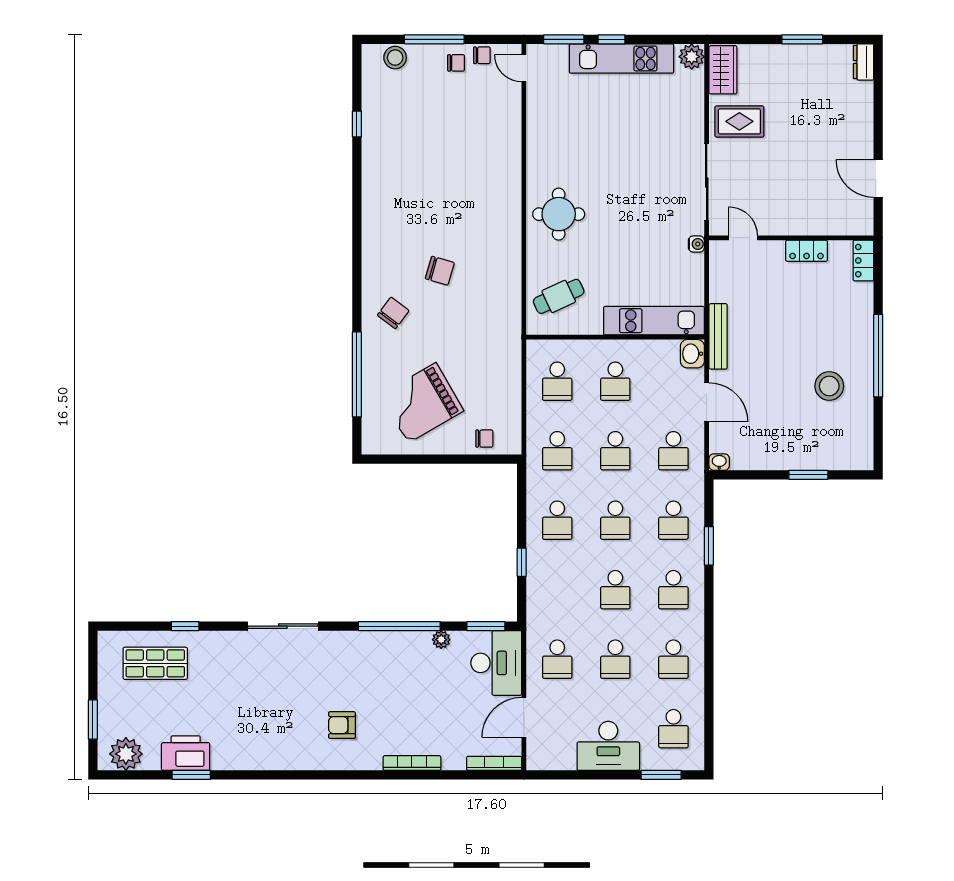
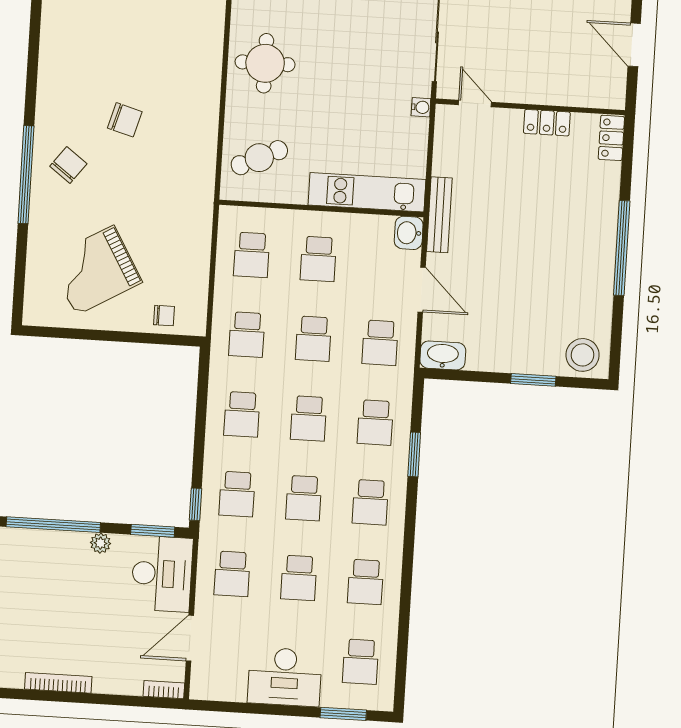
window: (357, 374) -> (26, 175), moved
stool: (829, 386) -> (583, 355), moved
washbasin: (719, 462) -> (443, 355), width x1.91, depth x1.45
window: (522, 562) -> (195, 504), moved
school desk: (557, 590) -> (237, 494), added
bookcase: (494, 763) -> (164, 690), width x0.64

